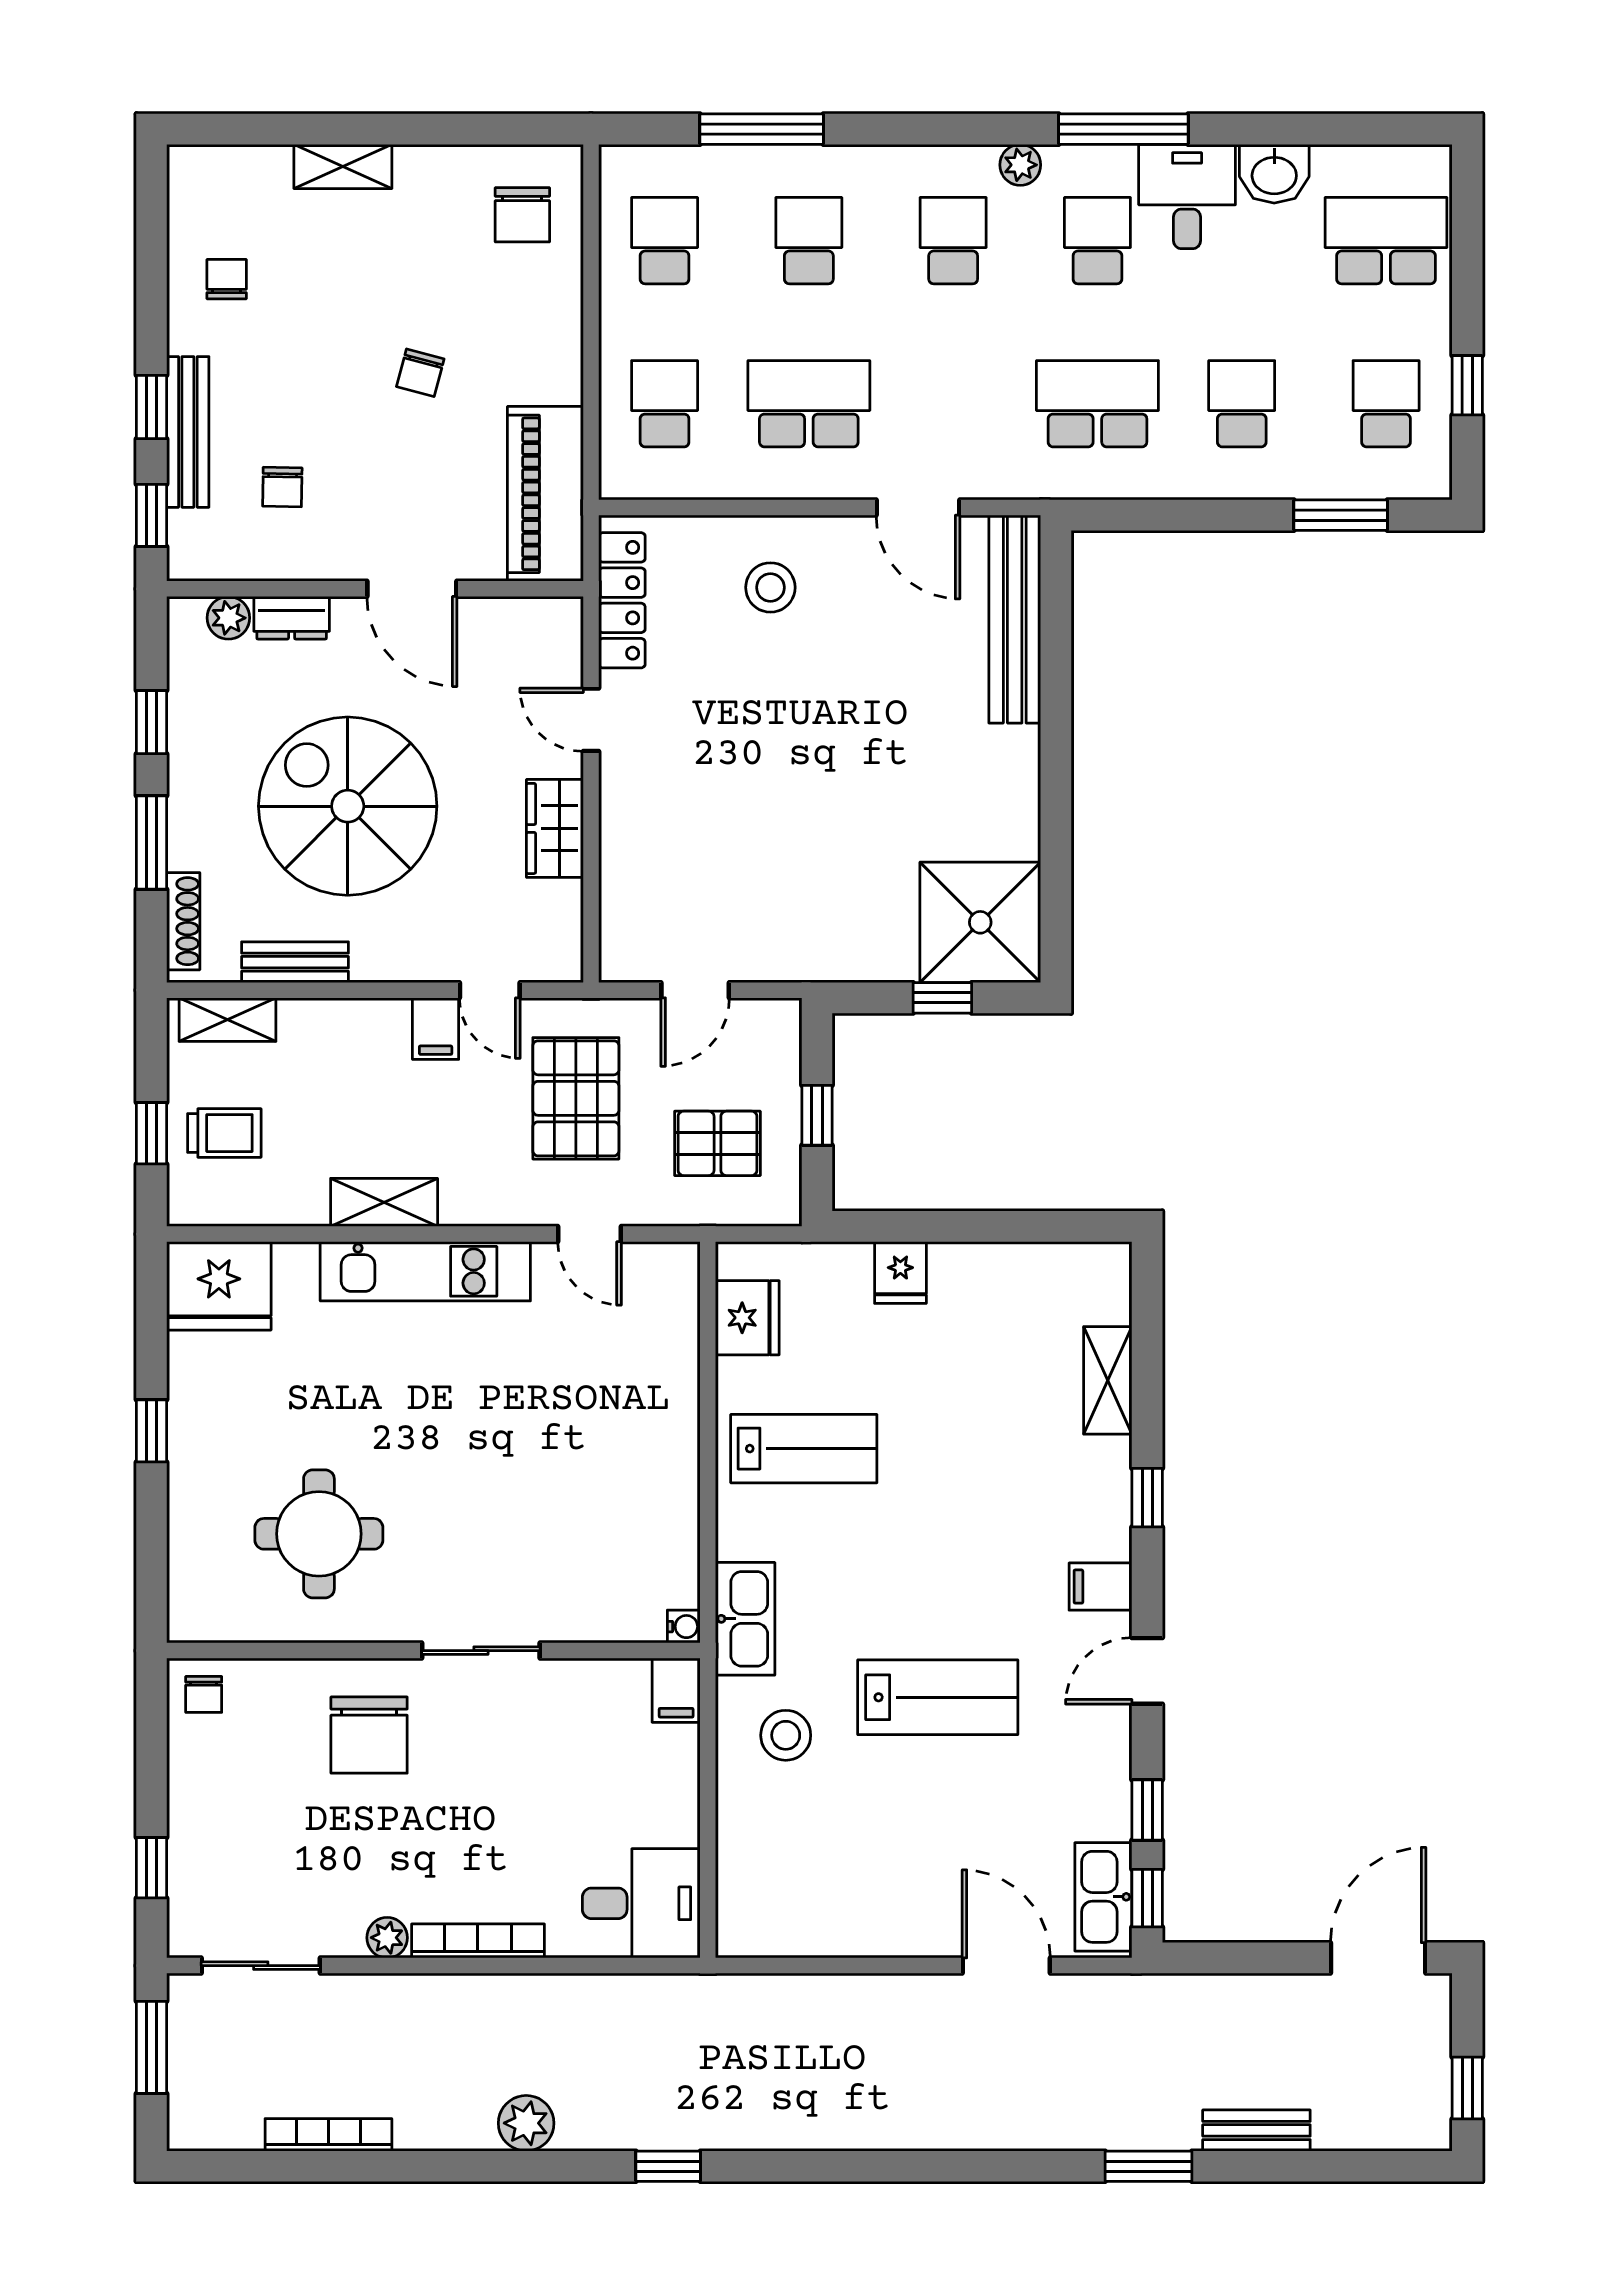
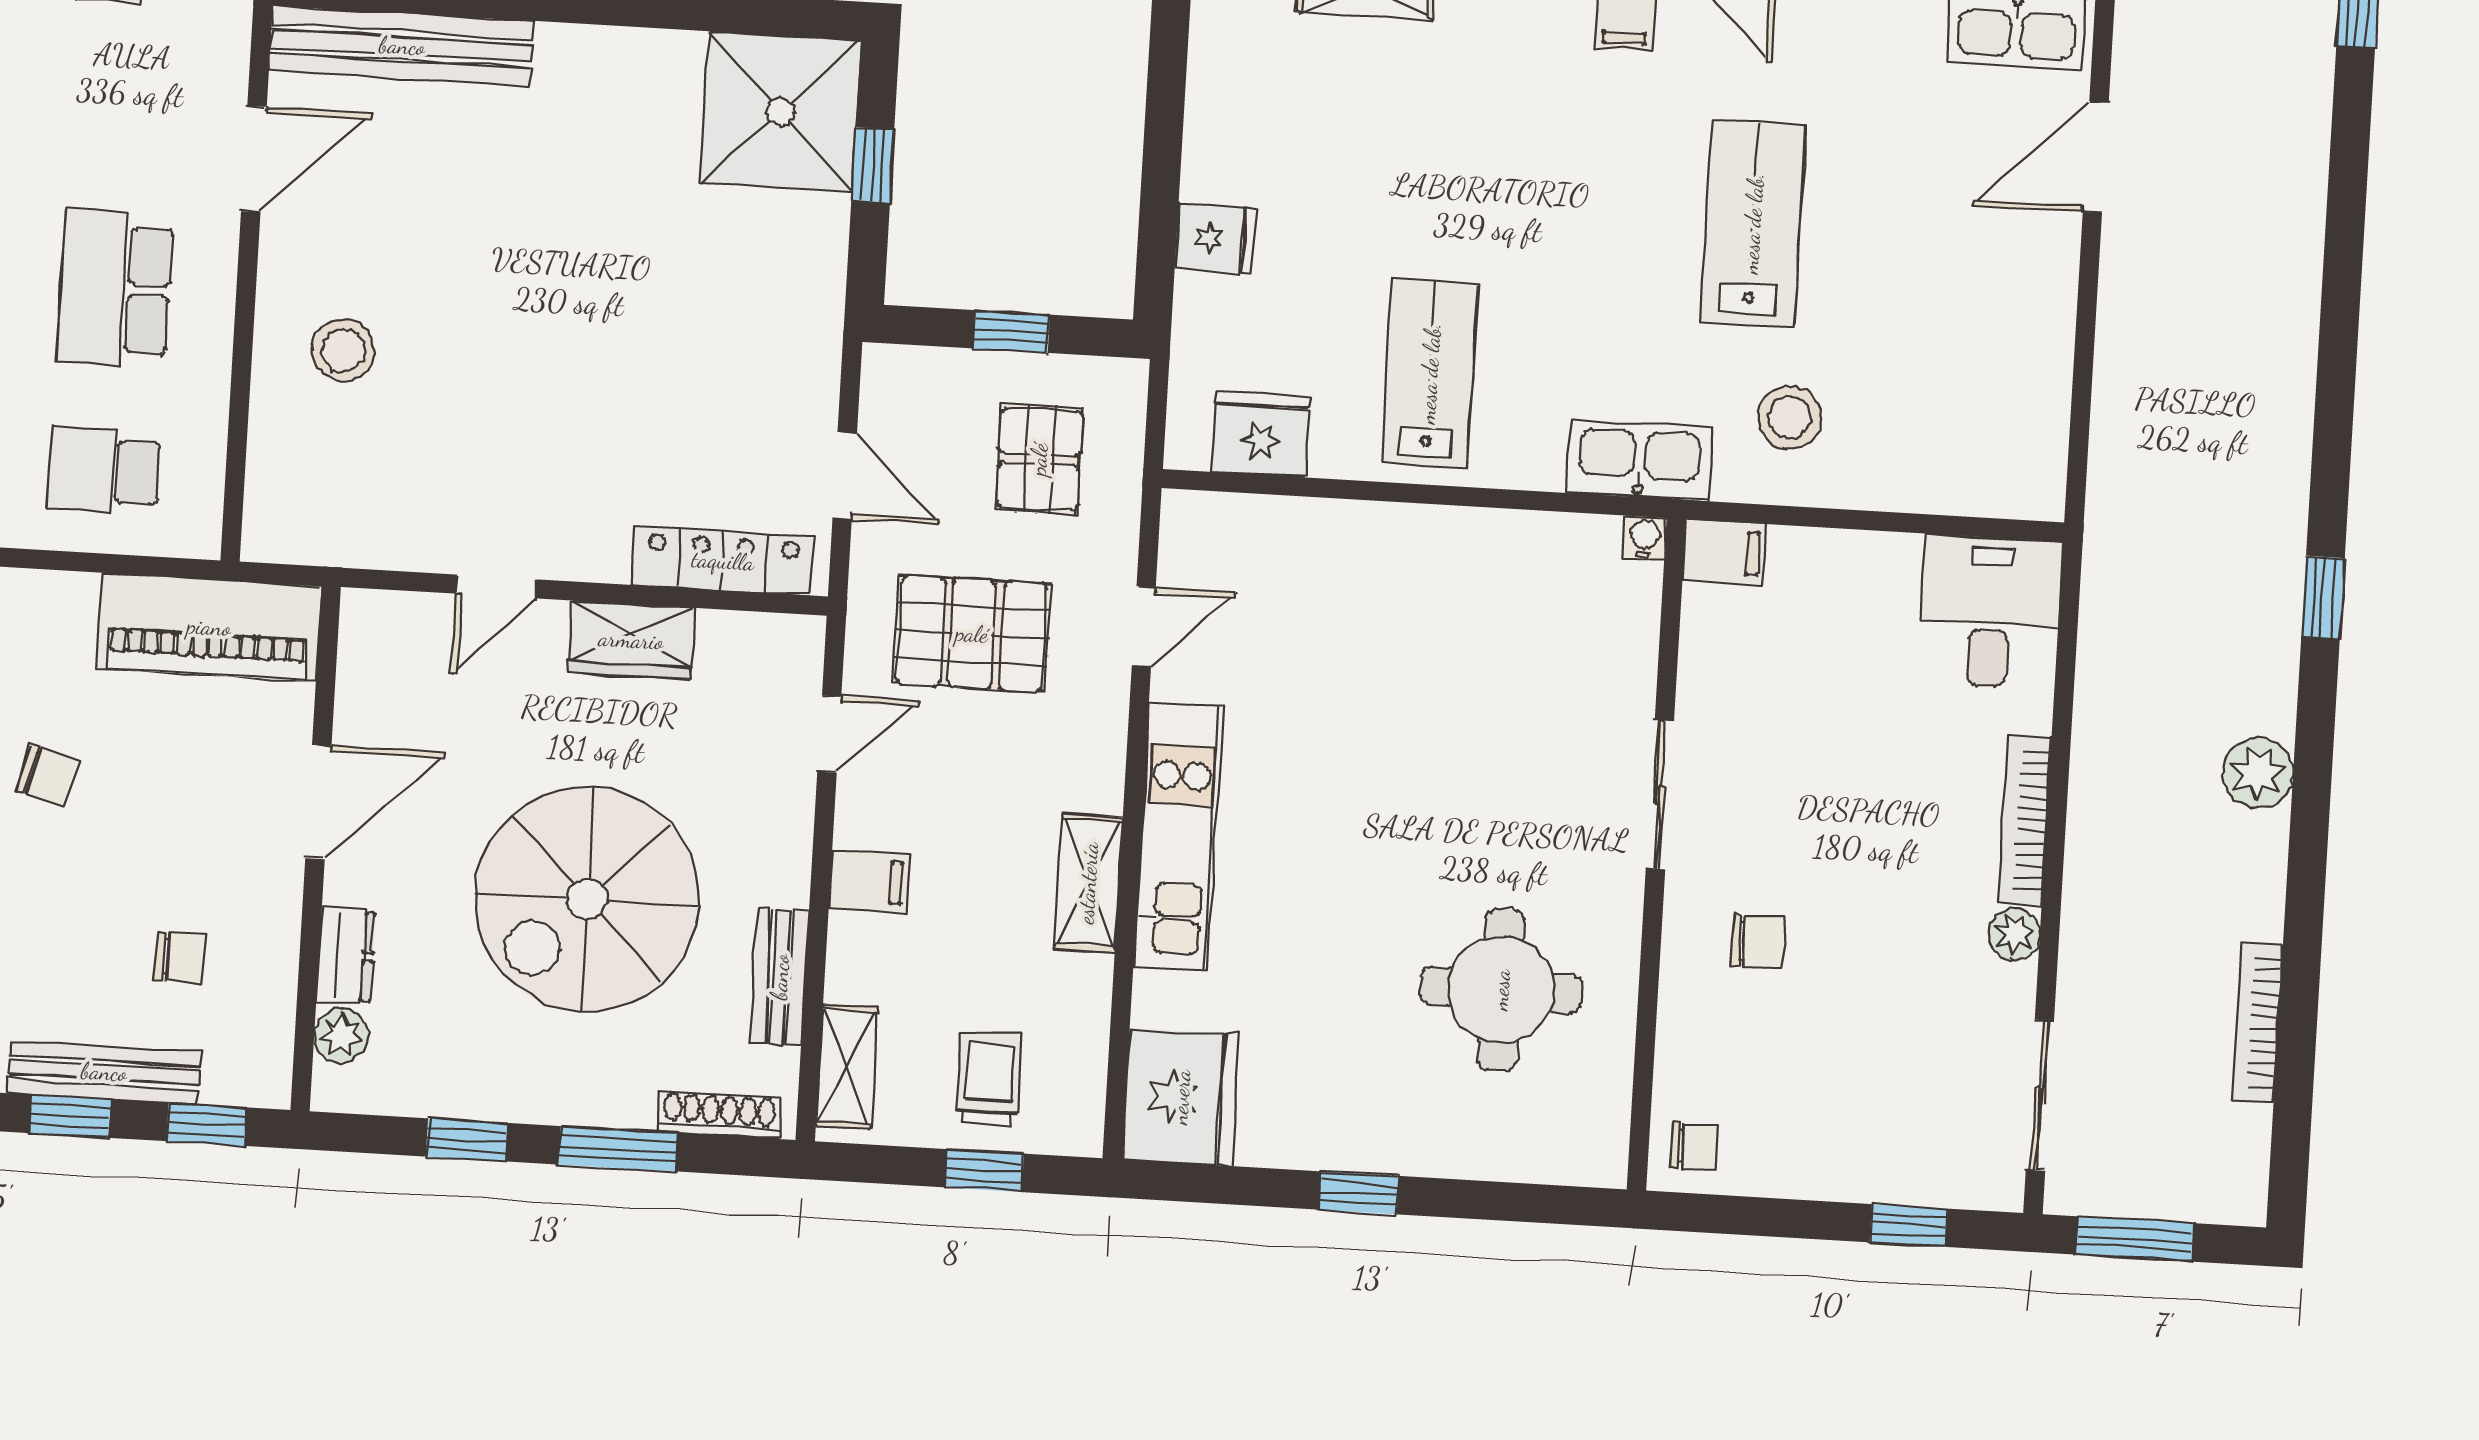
locker: (622, 600) -> (723, 561), moved
filing cabinet: (436, 1029) -> (869, 881), moved
chair: (369, 1735) -> (1758, 942), width x0.54, depth x0.54

